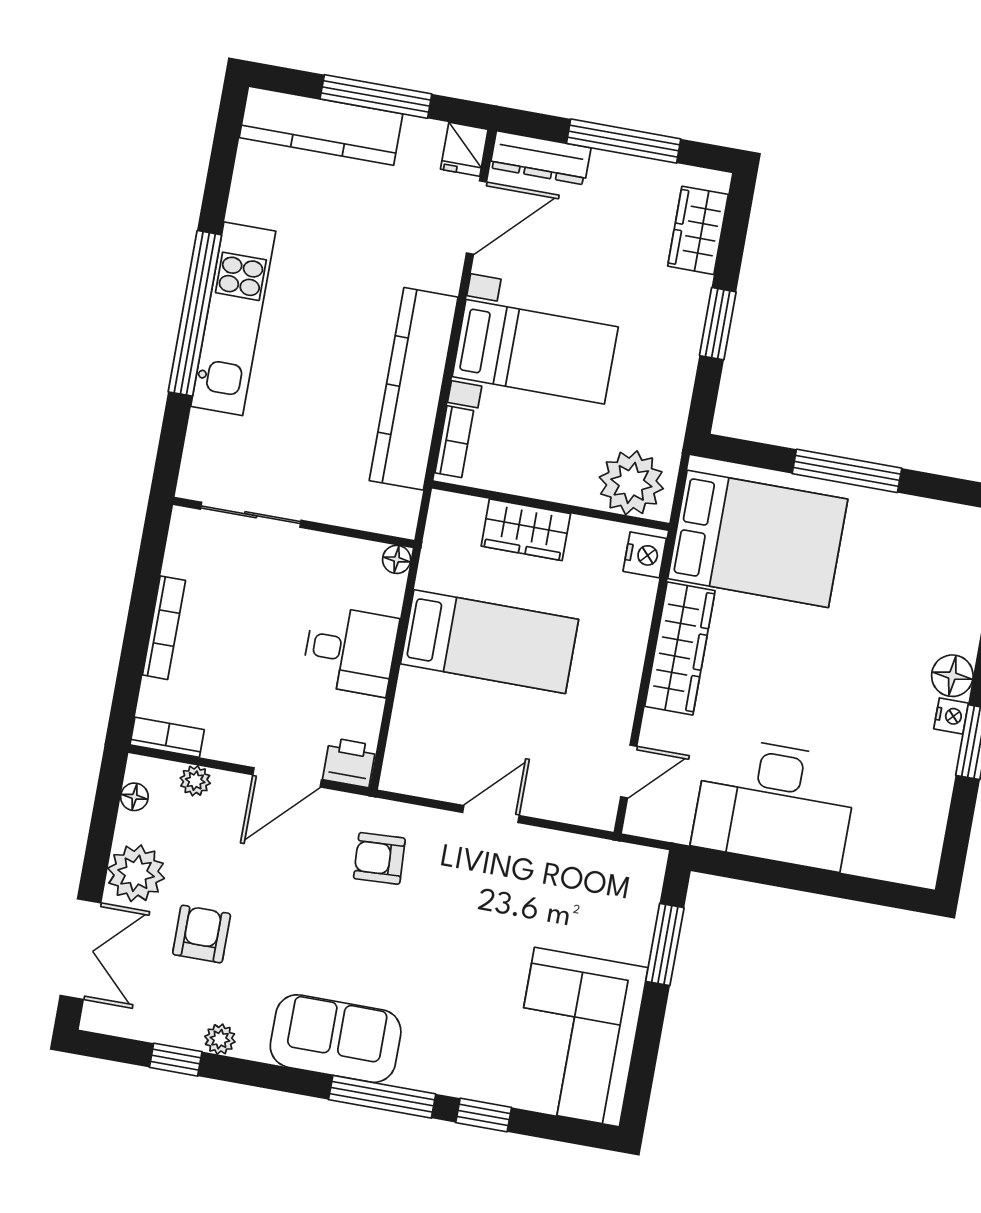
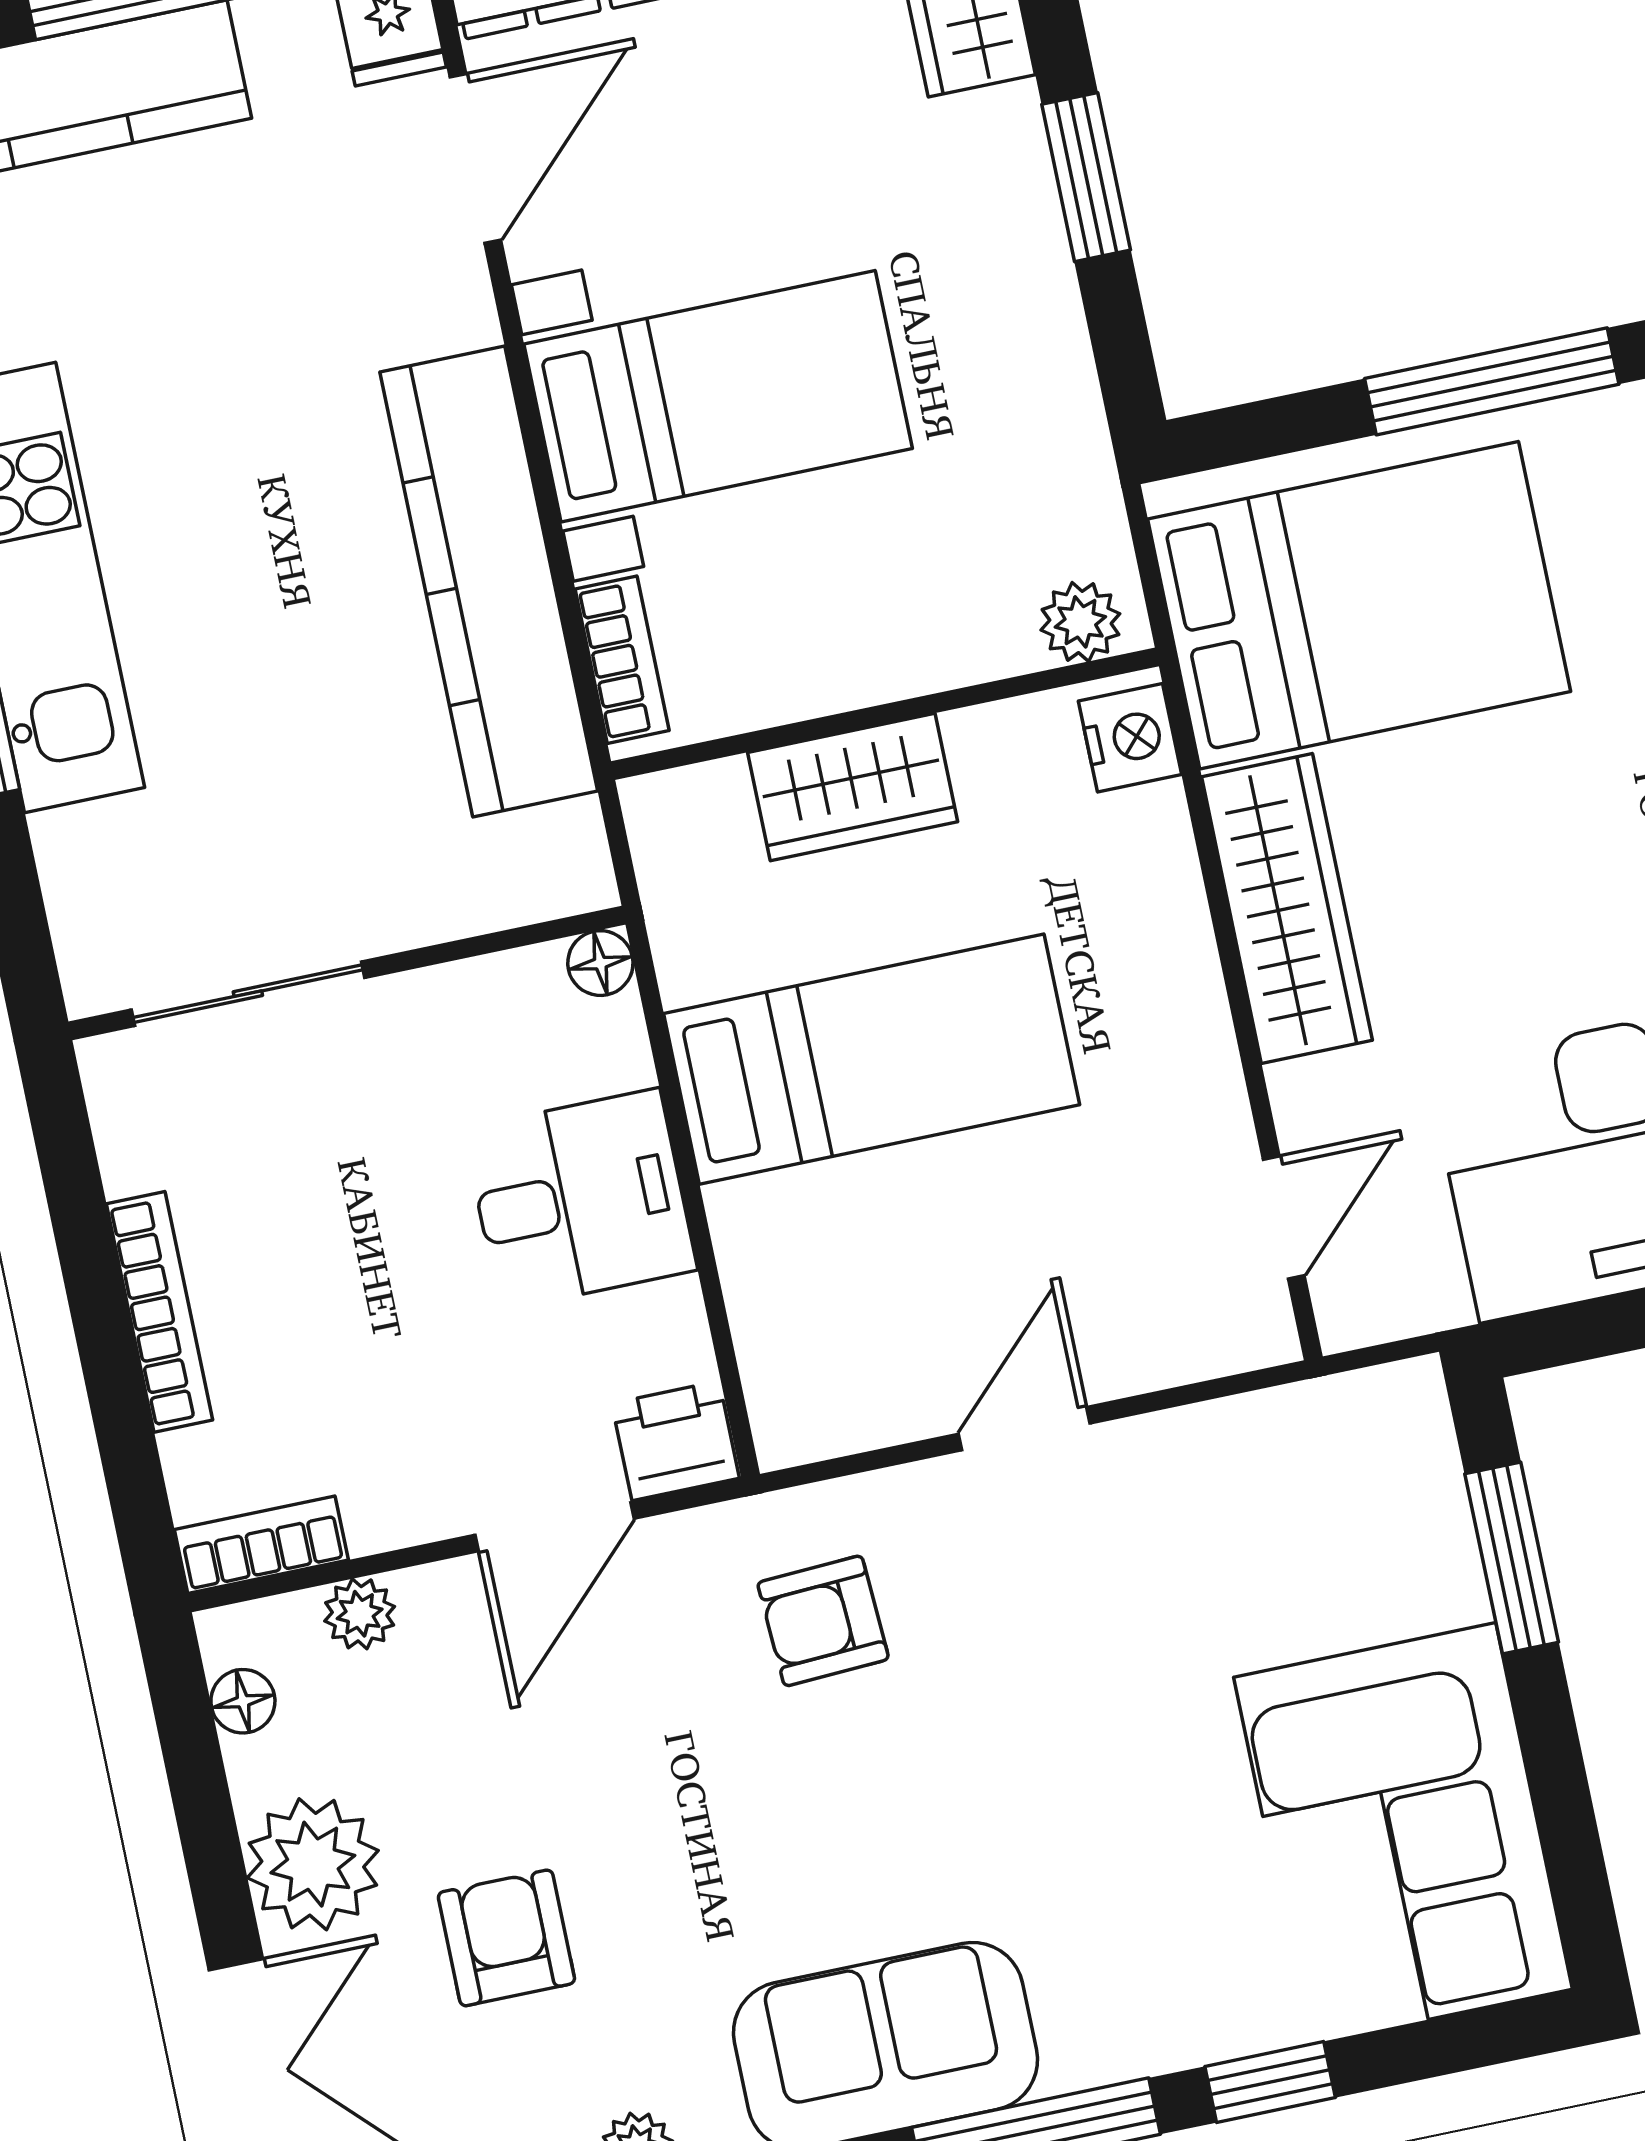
plant: (631, 483) -> (1080, 622), width x0.53, depth x0.53

